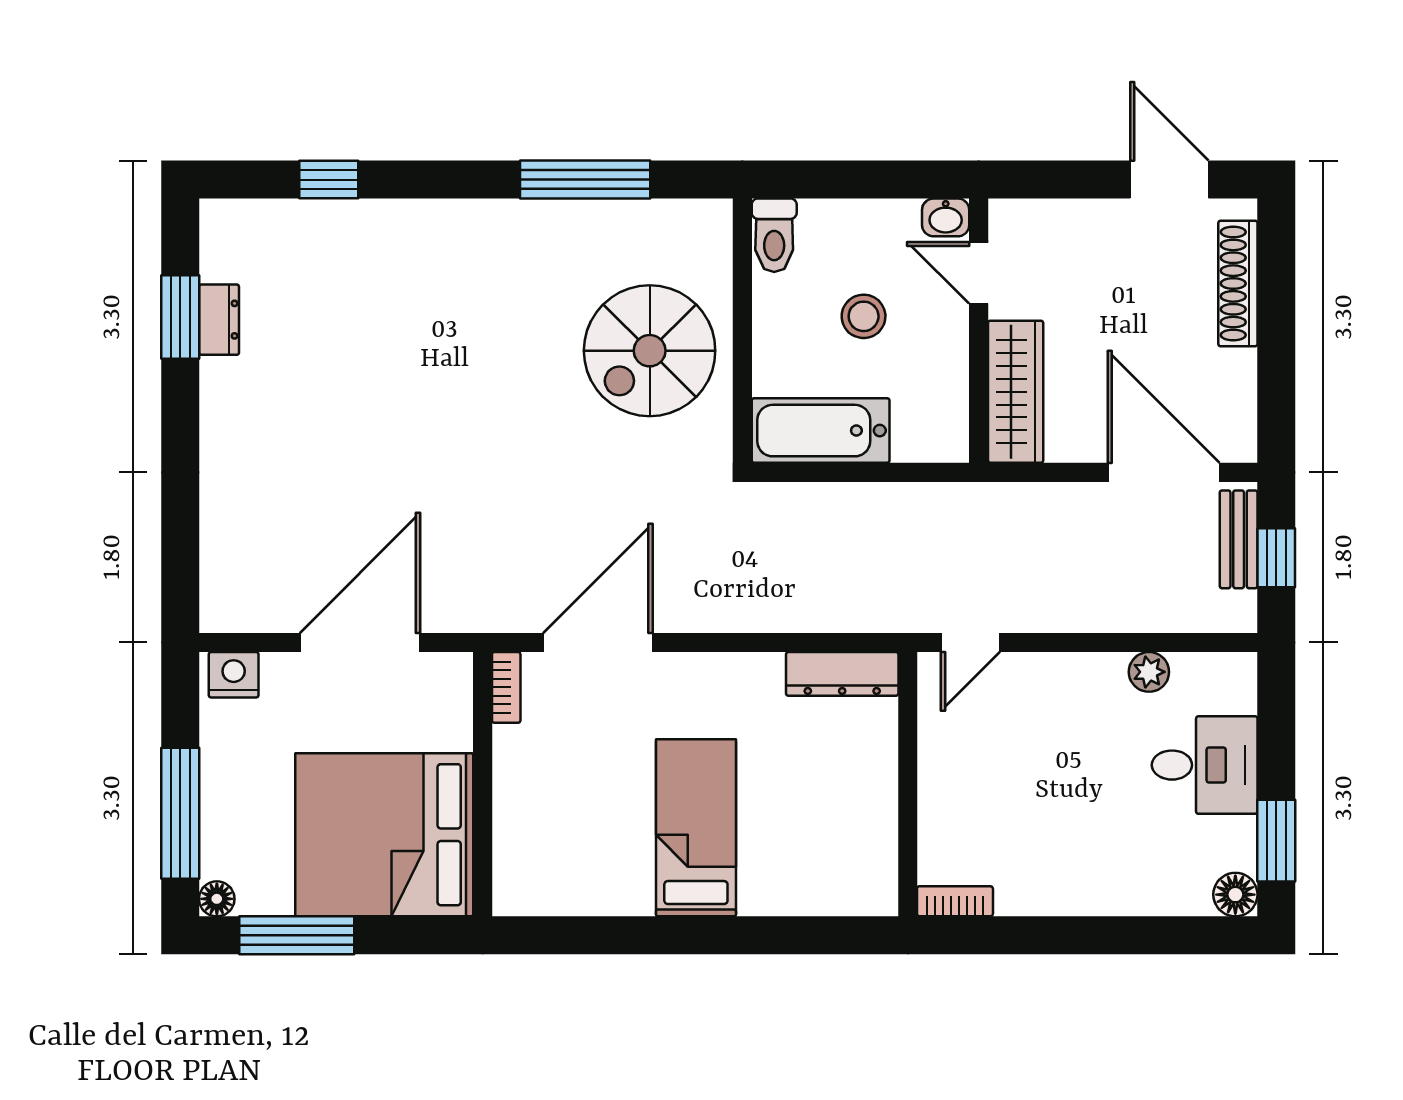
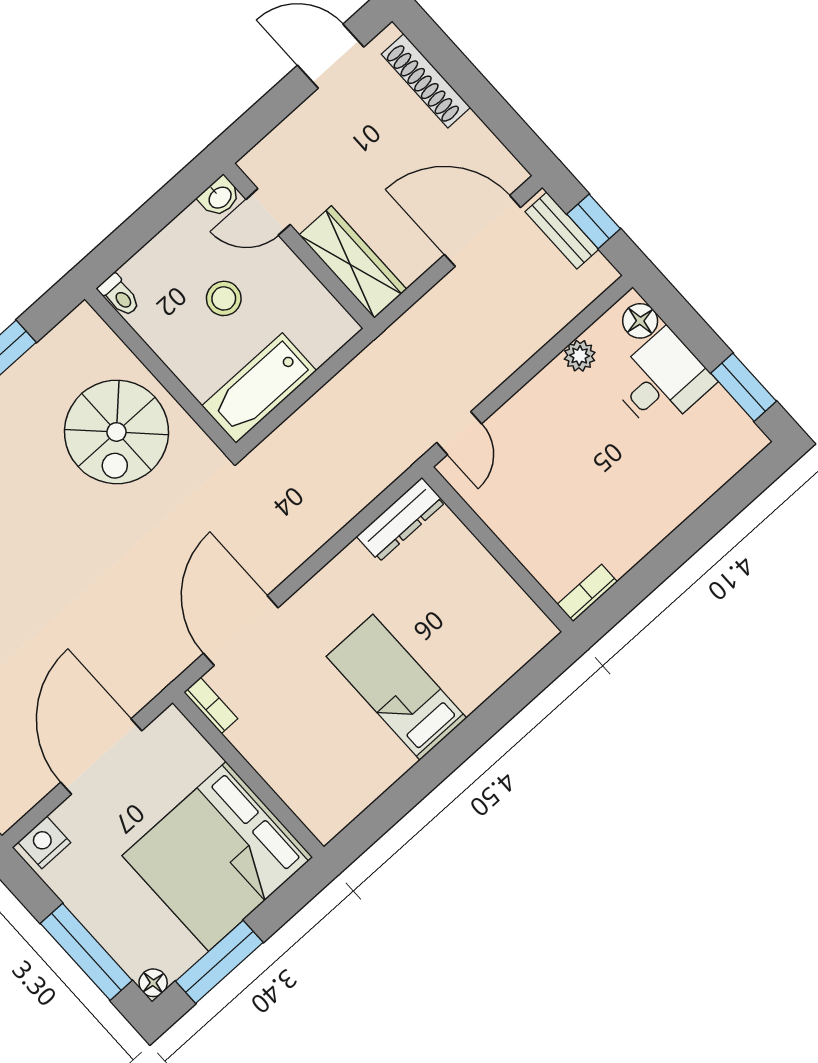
toilet: (774, 235) -> (119, 295), width x0.73, depth x0.72
floor lamp: (1235, 895) -> (640, 321), moved

